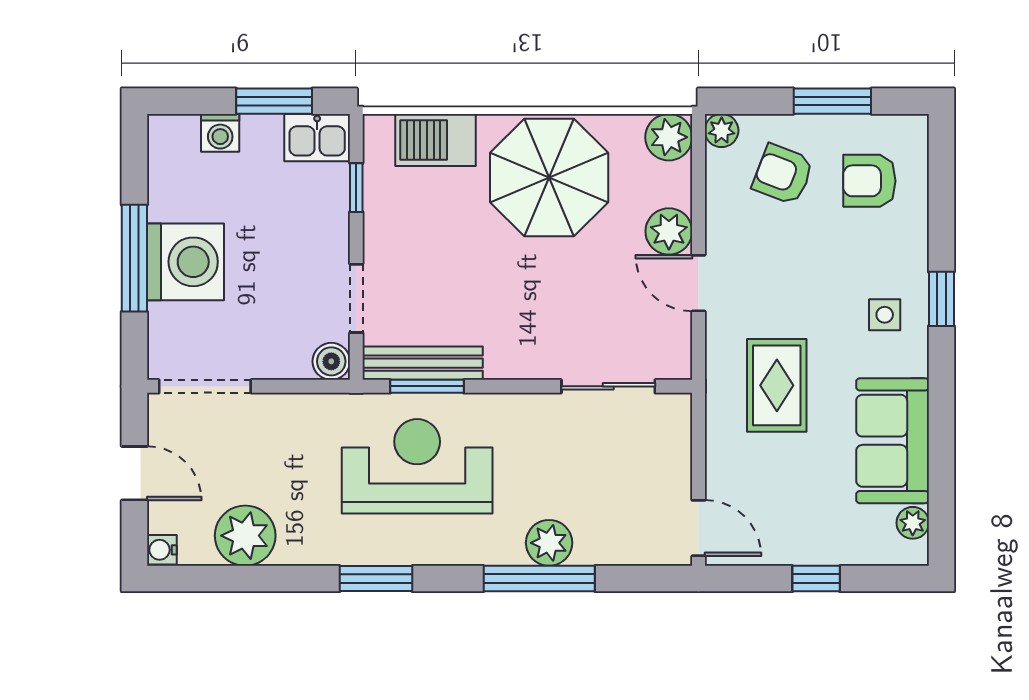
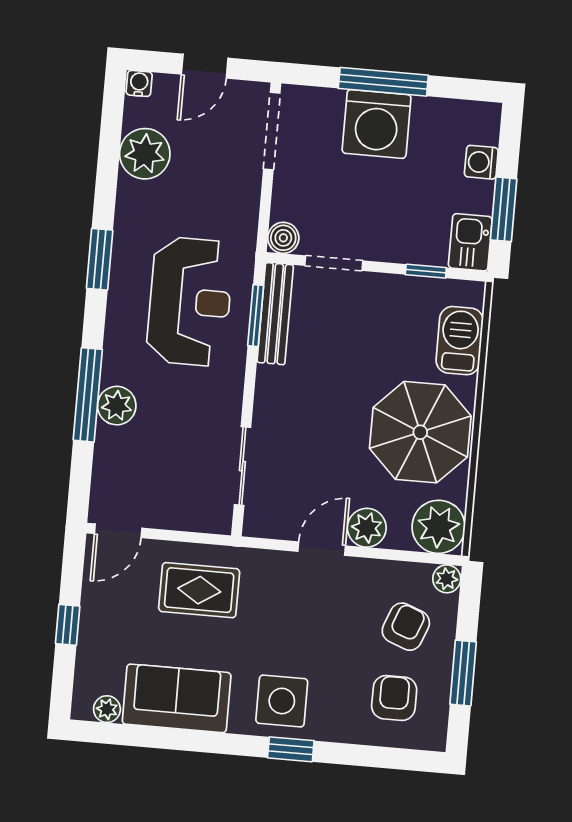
plant: (669, 137) -> (439, 527), width x1.36, depth x1.36
side table: (885, 315) -> (282, 701), width x1.87, depth x1.87
rug: (777, 385) -> (199, 590), moved

